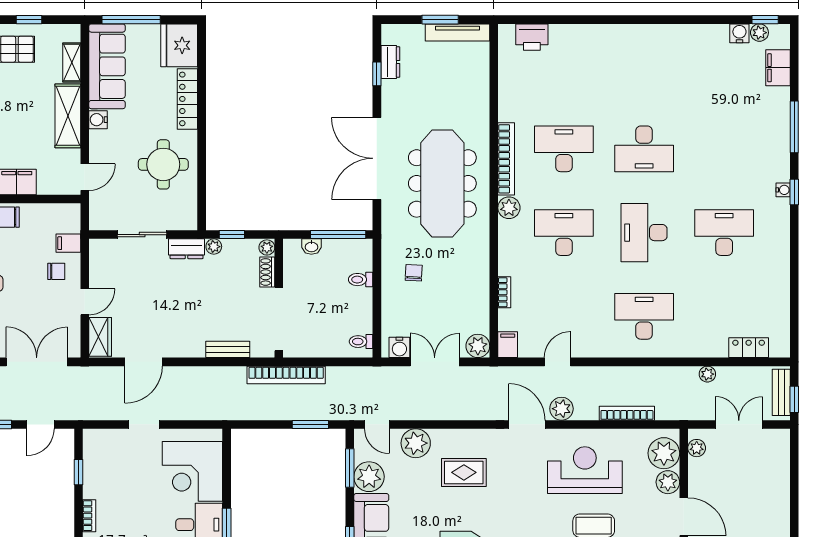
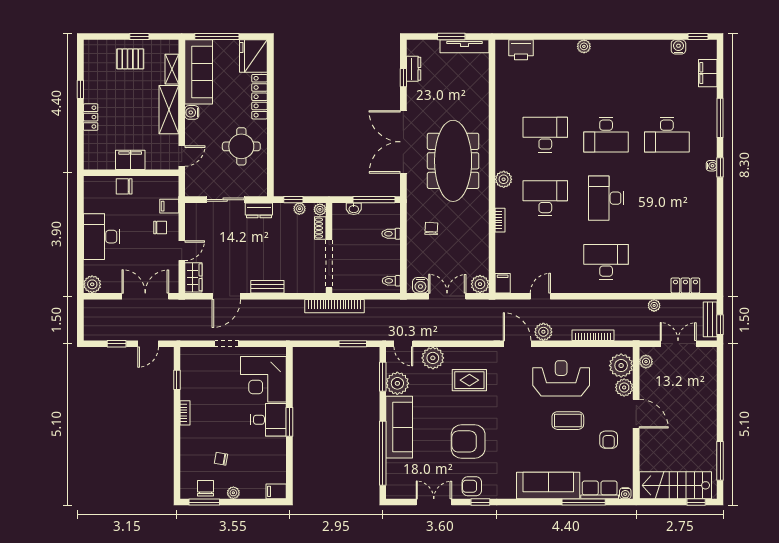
plant: (759, 33) -> (584, 46), moved
bookcase: (506, 159) -> (501, 142), removed
desk: (724, 233) -> (667, 135), moved, turned 180
plant: (214, 247) -> (299, 209), moved
bookcase: (504, 292) -> (500, 220), moved
bench: (228, 349) -> (267, 287), moved

